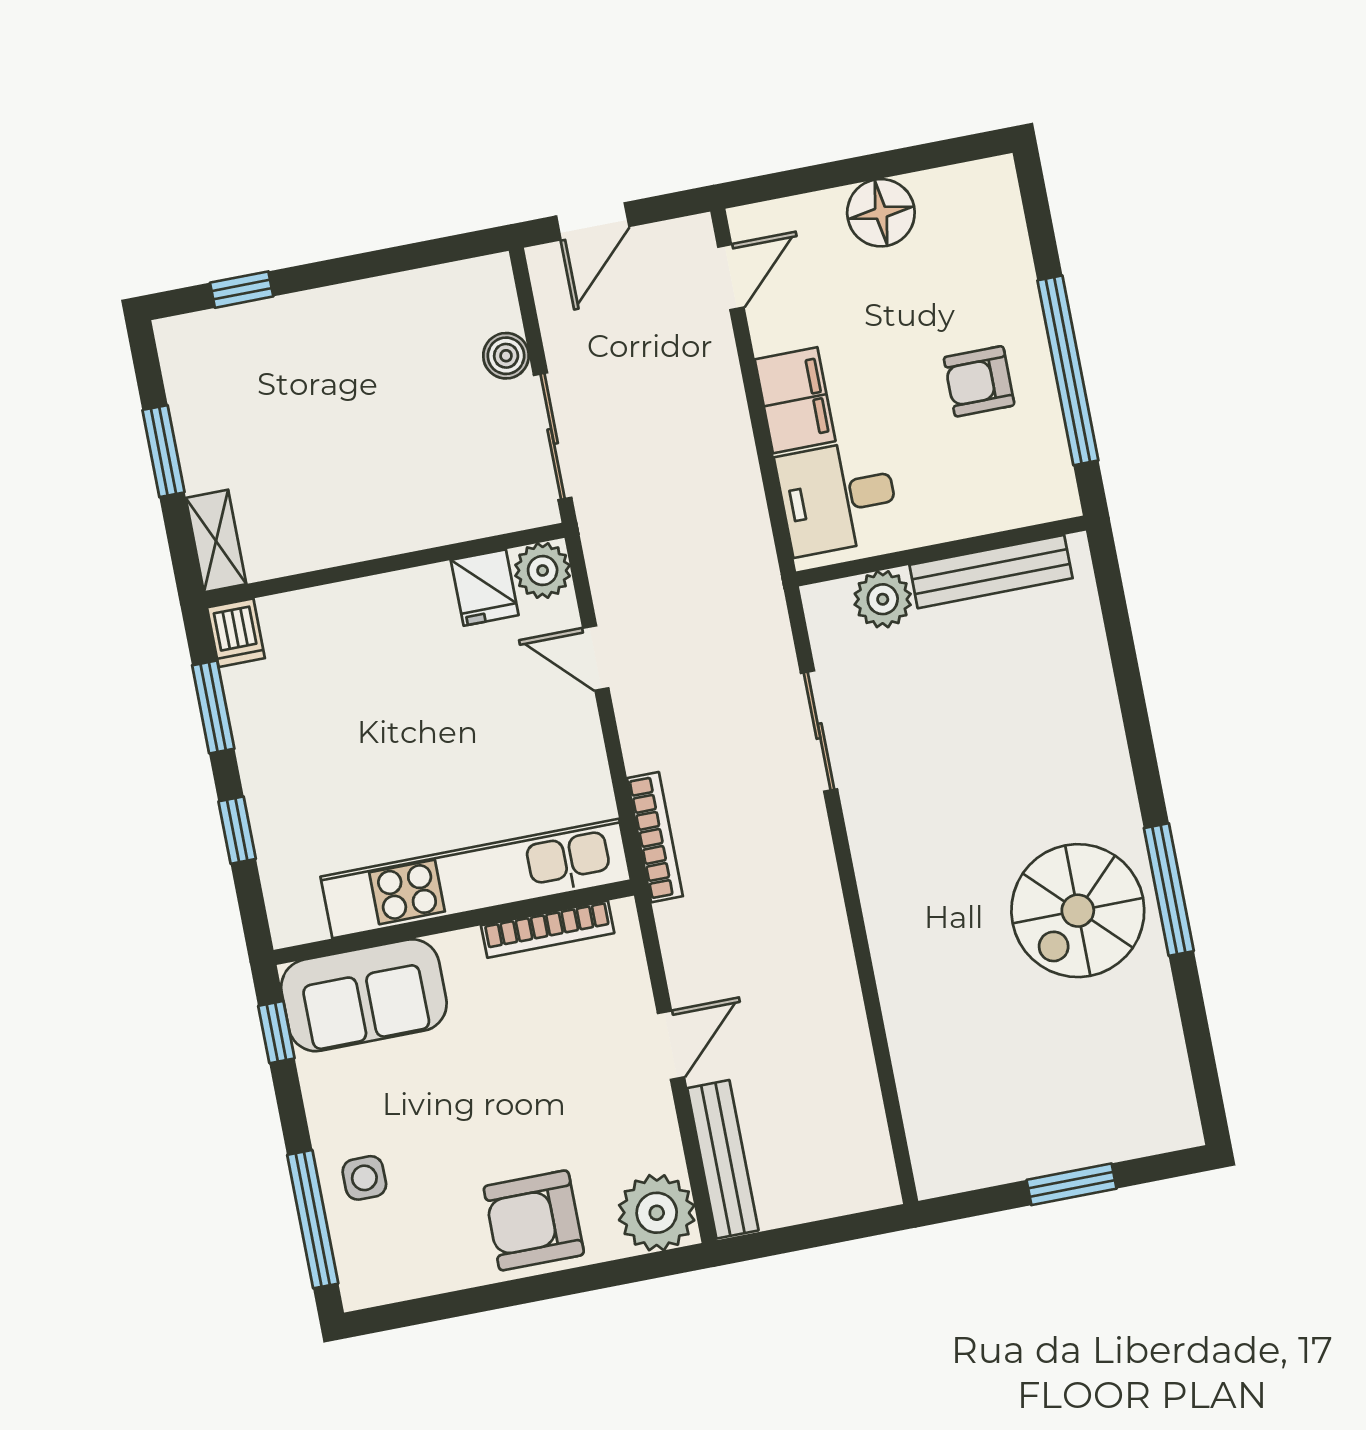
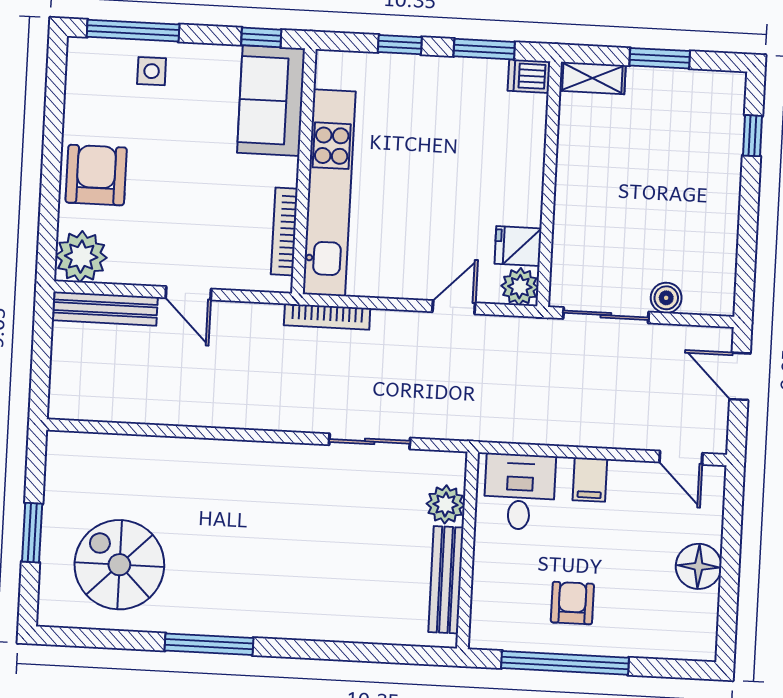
filing cabinet: (795, 400) -> (590, 480), width x0.50
spiral stairs: (1078, 911) -> (119, 565), moved

